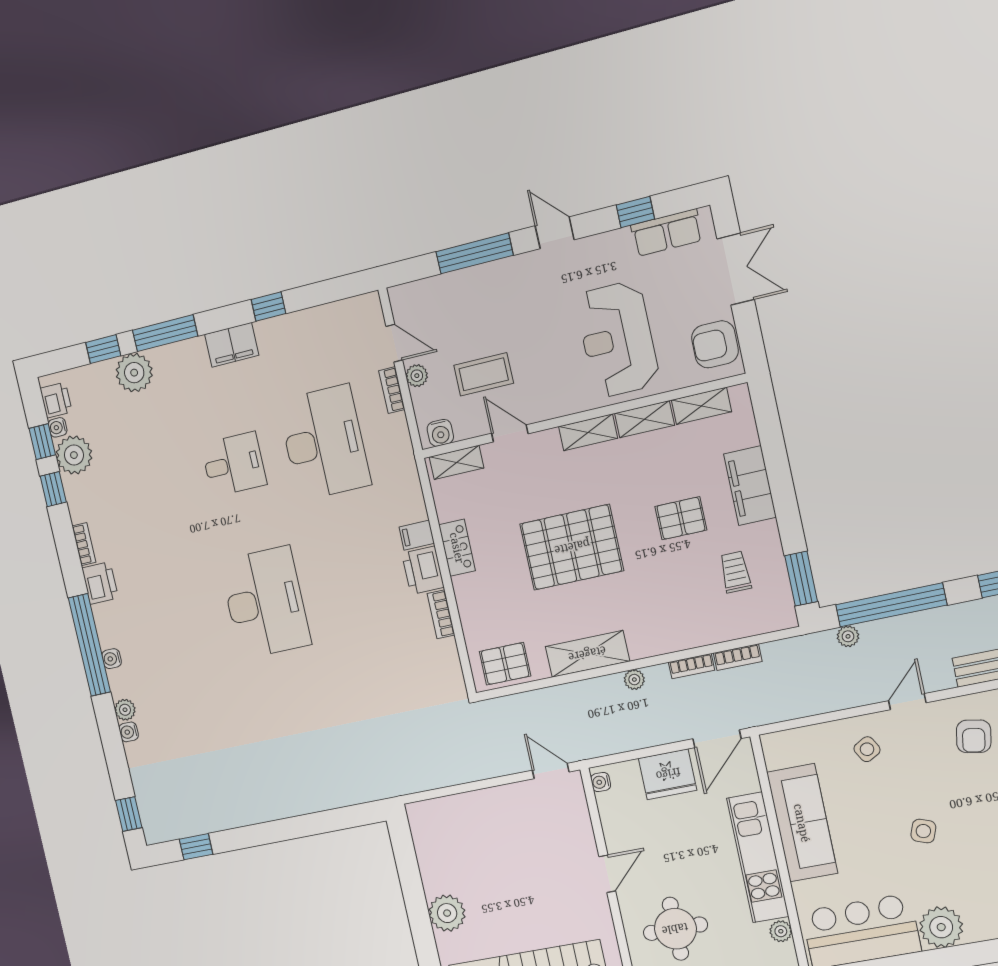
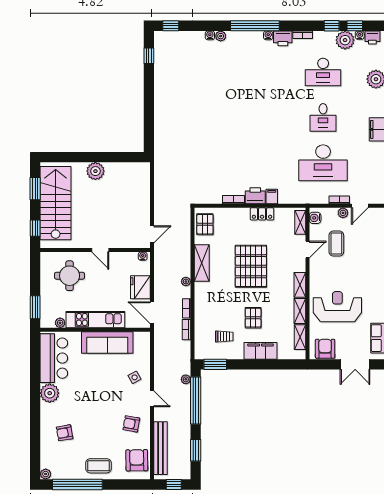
desk: (265, 602) -> (323, 72), moved, width x0.73, depth x0.77
water cooler: (112, 659) -> (268, 35), moved
side table: (923, 831) -> (94, 394), removed

